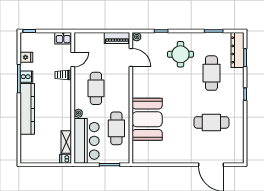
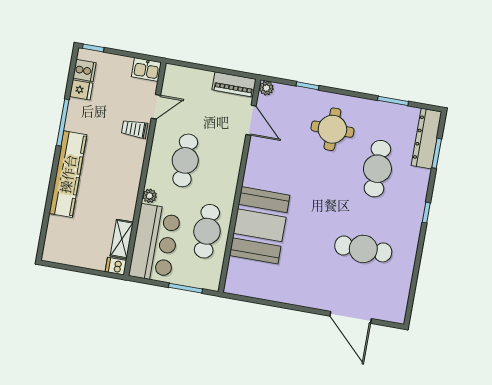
cooker: (26, 77) -> (84, 70), moved

